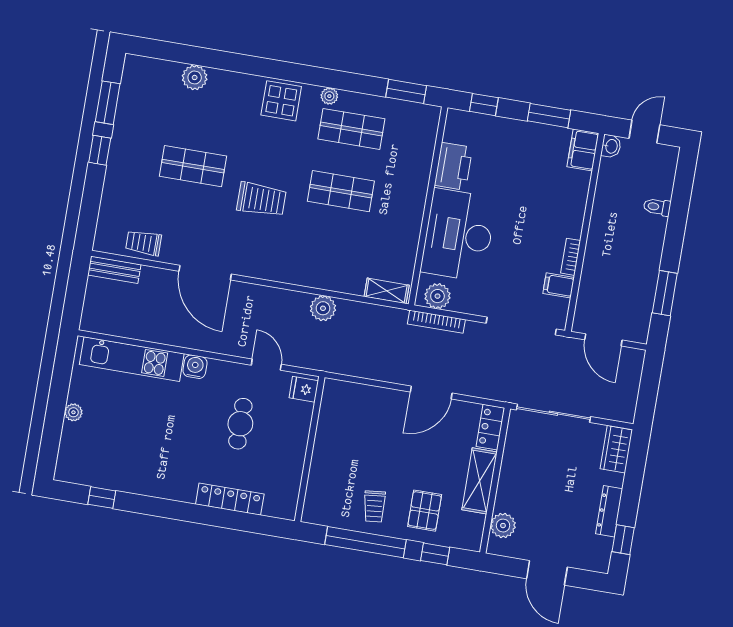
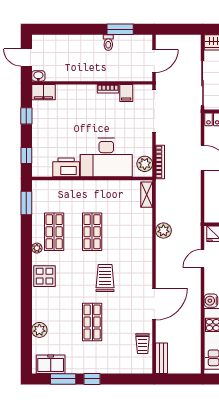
freezer: (135, 86) -> (51, 364), added
window: (549, 116) -> (26, 116), width x0.67
toilet: (657, 207) -> (108, 43), moved

